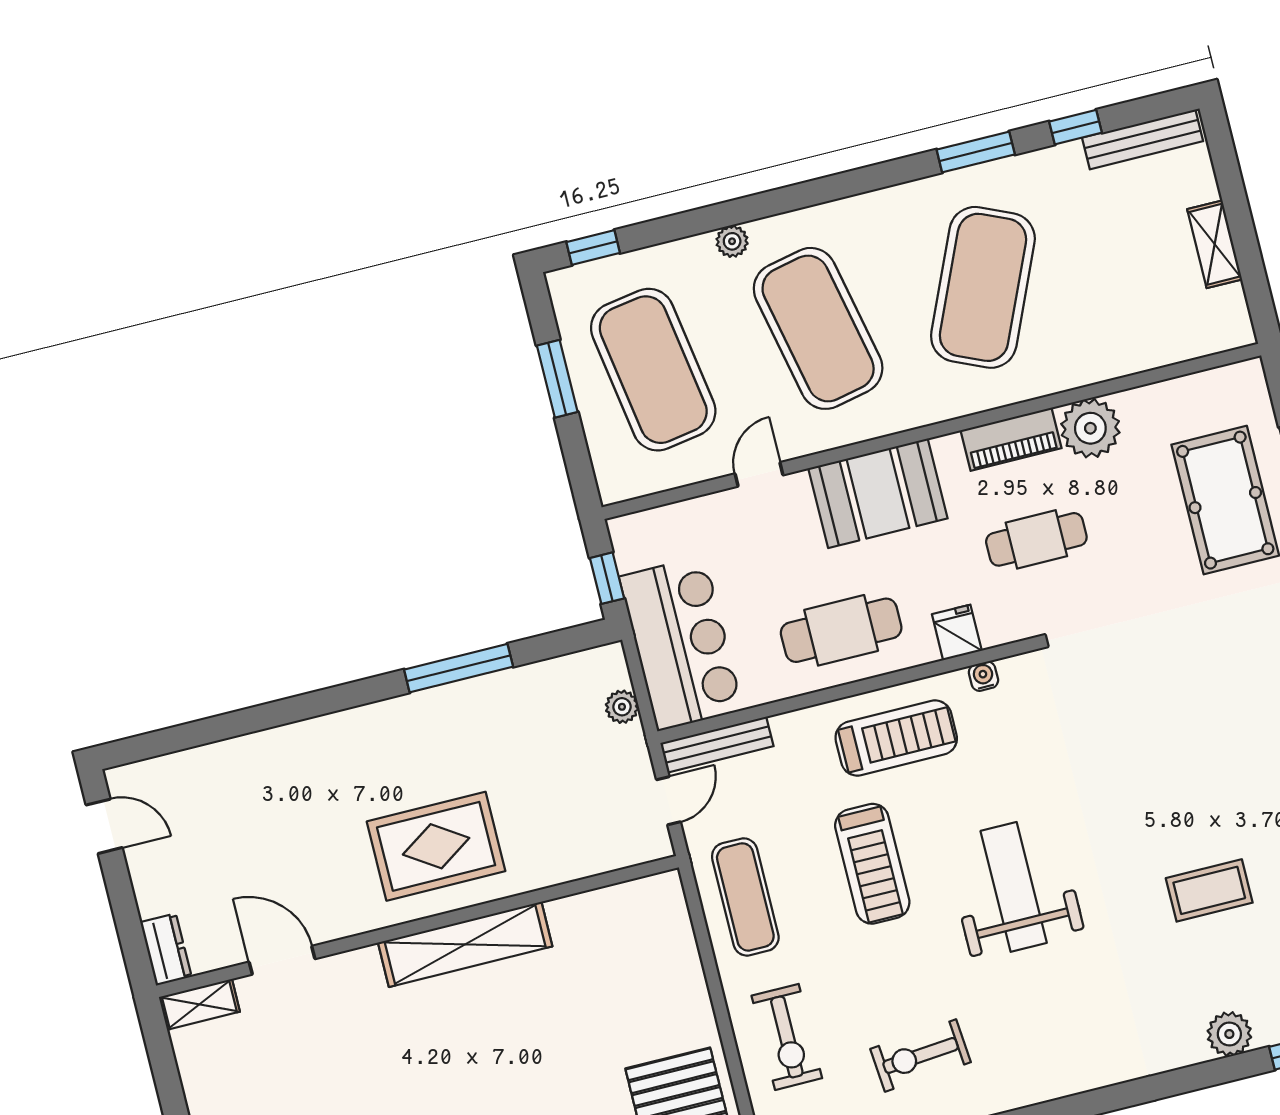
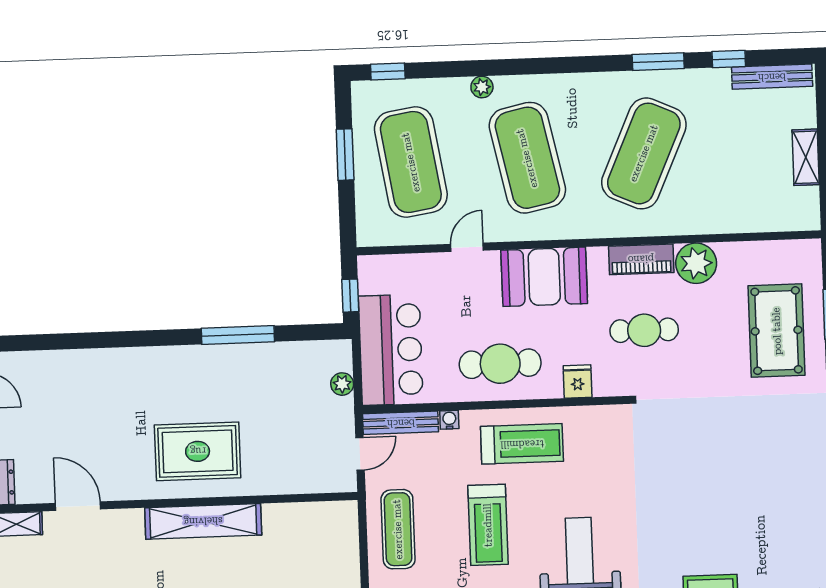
water cooler: (983, 676) -> (449, 420), moved

